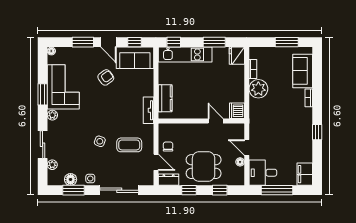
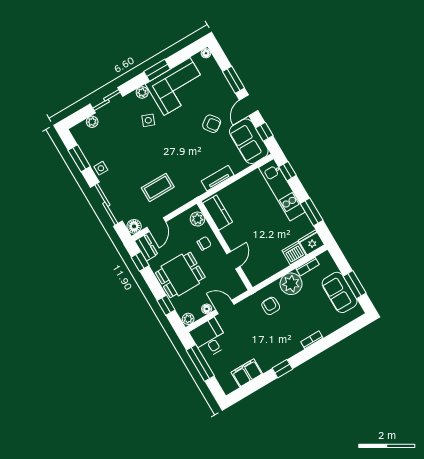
sofa: (303, 71) -> (340, 292), moved, turned -90
kitchen counter: (165, 98) -> (218, 213), moved, turned -90
tv unit: (148, 110) -> (218, 178), moved
dishwasher: (237, 111) -> (294, 253), moved
armchair: (266, 113) -> (271, 306), added
plant: (170, 130) -> (197, 219), added
side table: (100, 141) -> (148, 120), moved
coffee table: (129, 145) -> (158, 187), turned 90
chair: (168, 147) -> (204, 243), moved
door: (247, 148) -> (225, 307), hinge flipped
dining table: (204, 167) -> (180, 275), turned 90
filing cabinet: (305, 174) -> (247, 373), moved
floor lamp: (71, 179) -> (134, 226), moved
plant: (239, 180) -> (188, 319), added
window: (189, 190) -> (140, 261), moved

